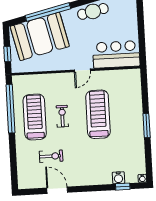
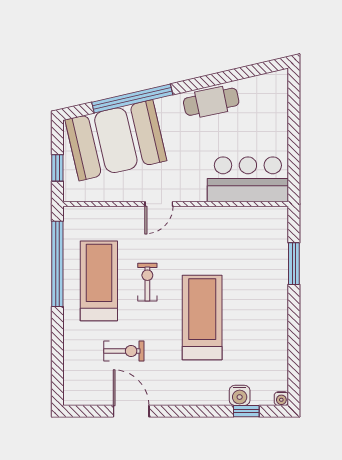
door: (82, 70) -> (159, 204), moved
treadmill: (98, 114) -> (202, 318), moved
window: (147, 126) -> (294, 264), moved

